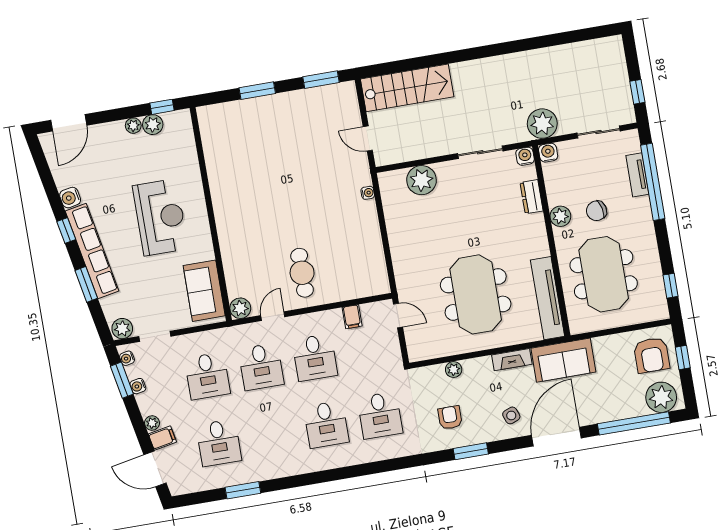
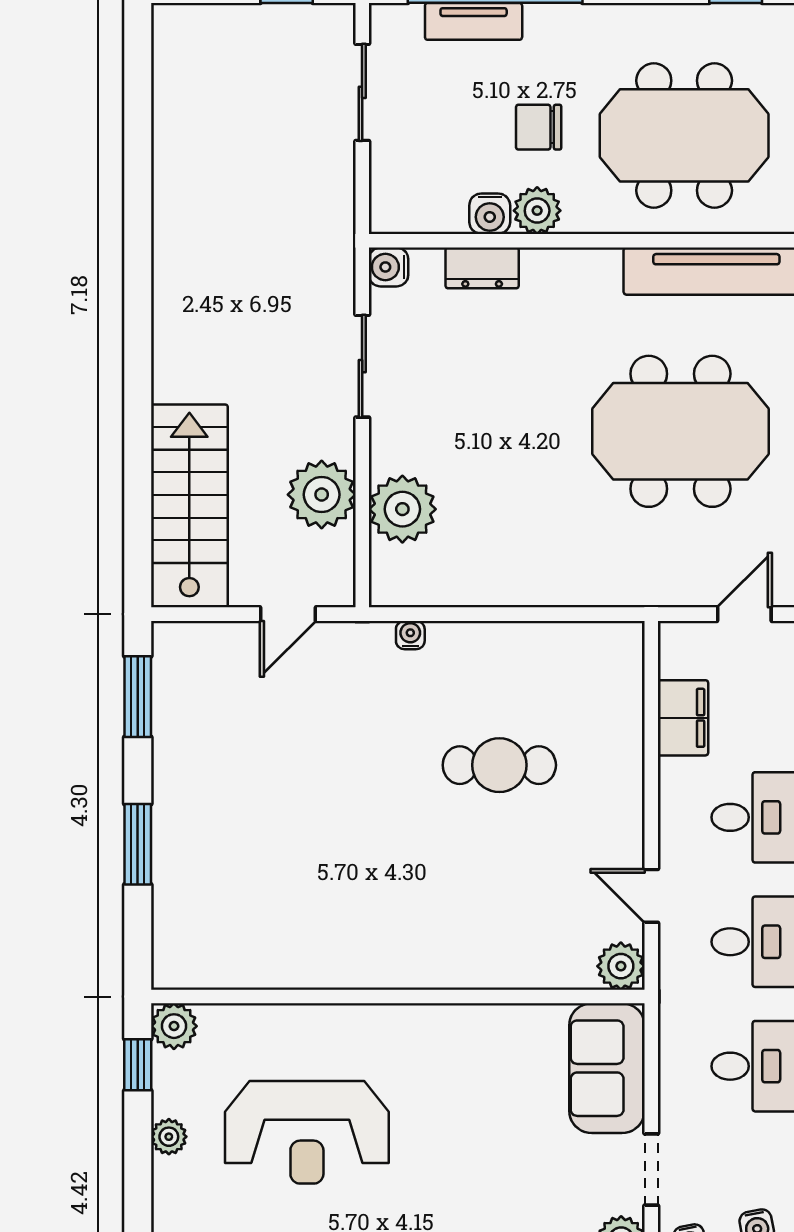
plant: (542, 124) -> (322, 495), moved
plant: (153, 125) -> (174, 1026), moved
water cooler: (548, 153) -> (490, 214), moved, turned -90
chair: (597, 211) -> (539, 127), turned 103
reception desk: (160, 217) -> (307, 1132), moved, turned 180
cafe table: (302, 273) -> (499, 765), moved
sofa: (204, 291) -> (607, 1068), moved, turned 90
door: (398, 315) -> (744, 614), moved
filing cabinet: (352, 317) -> (683, 718), width x2.00

